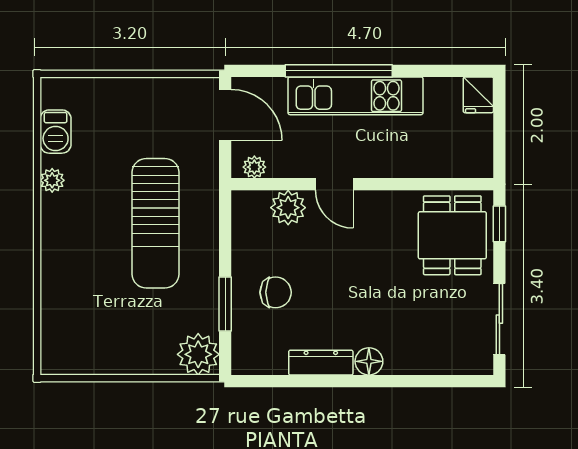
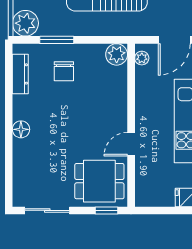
door: (334, 184) -> (131, 144), moved
plant: (288, 208) -> (117, 54), moved
dresser: (321, 363) -> (20, 74), moved

